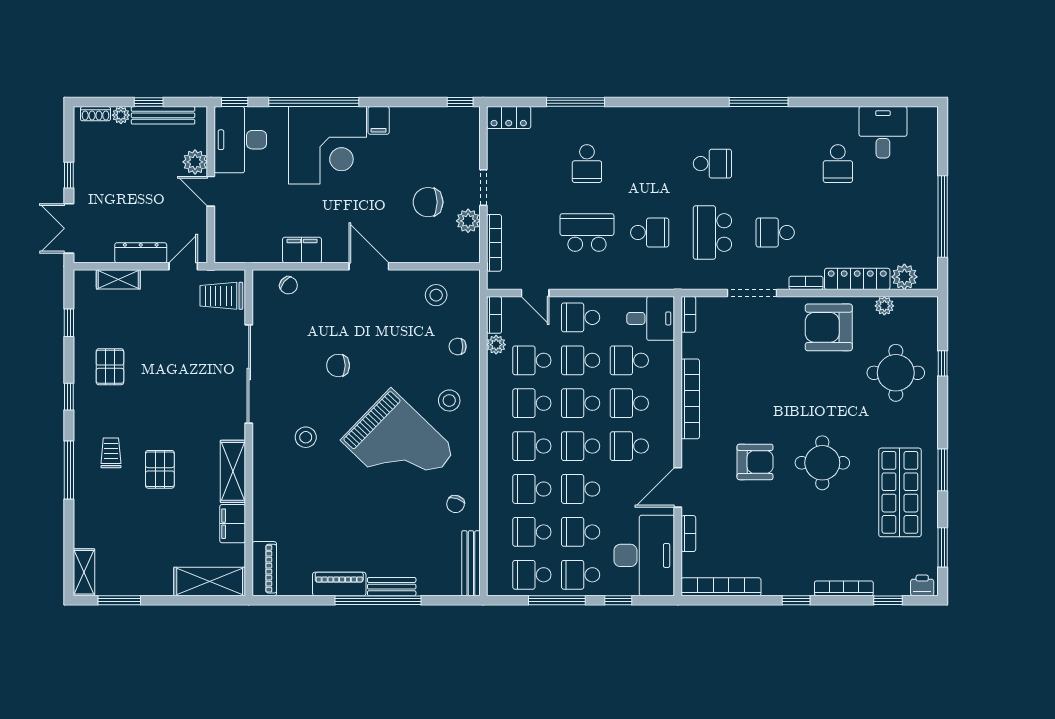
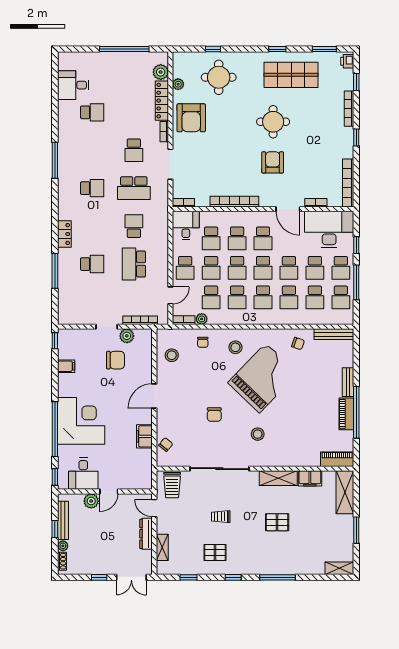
locker: (509, 118) -> (64, 234), moved
filing cabinet: (379, 120) -> (66, 366), moved
desk: (240, 140) -> (83, 474), width x0.73
school desk: (712, 164) -> (92, 188), turned 90
chair: (428, 202) -> (115, 360), turned -90
trolley: (111, 453) -> (221, 517), moved
window: (943, 470) -> (277, 49), width x0.67
window: (119, 600) -> (356, 530), moved
window: (378, 600) -> (356, 412), moved

